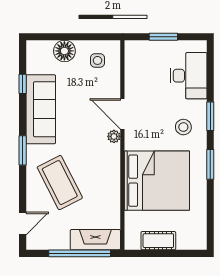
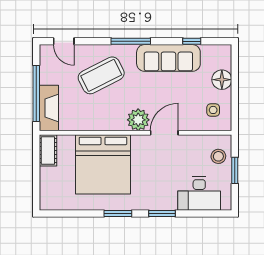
stool: (183, 127) -> (218, 156), moved
plant: (114, 136) -> (138, 120), width x1.87, depth x1.87
window: (23, 150) -> (131, 41), width x1.44
cot: (158, 241) -> (48, 150), moved

